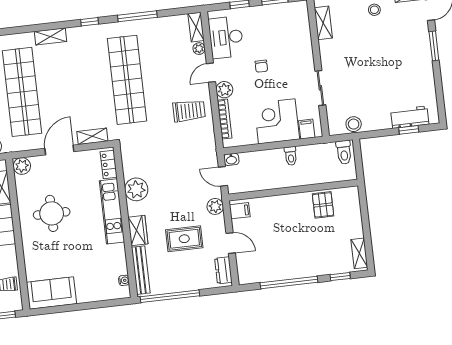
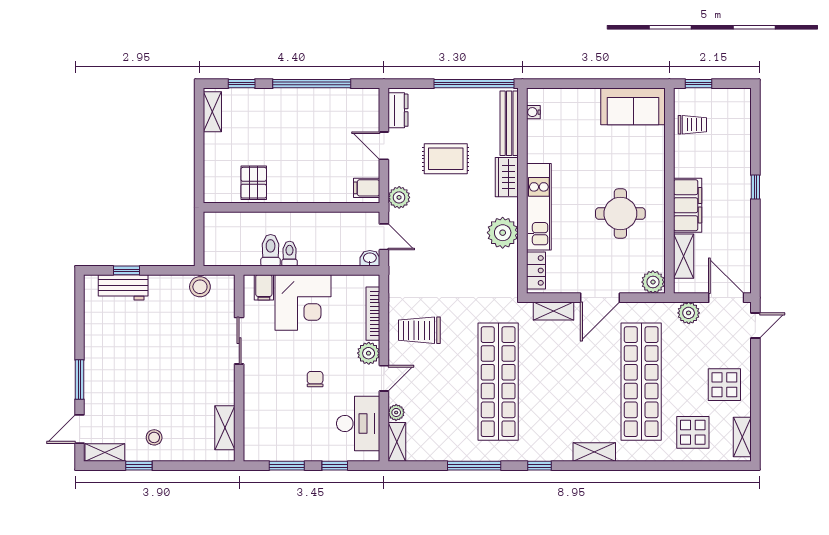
toilet: (344, 152) -> (271, 250), moved

